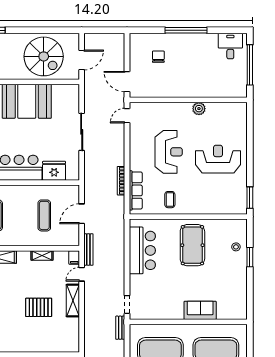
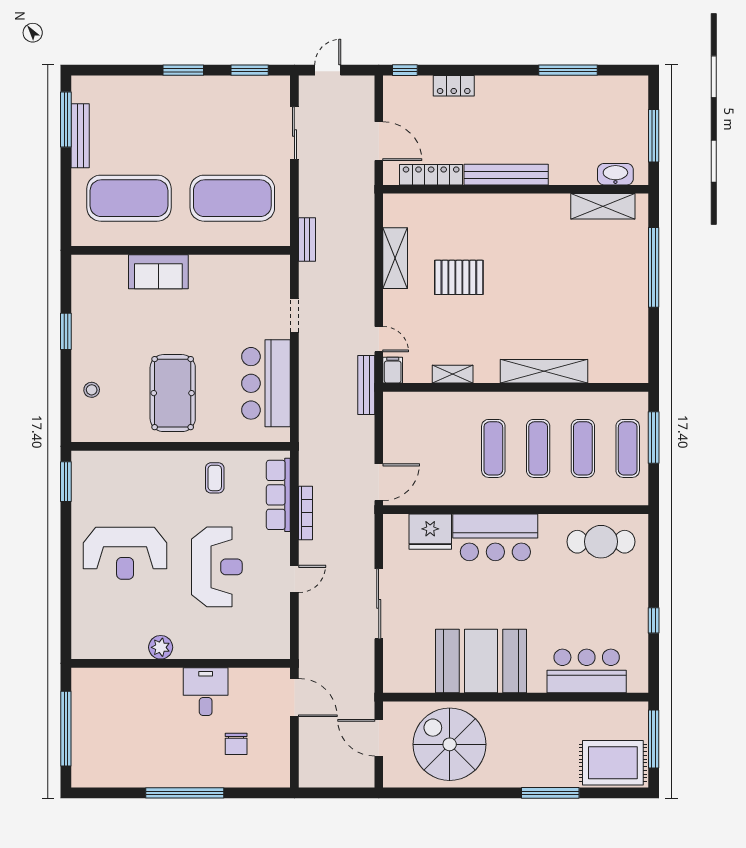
desk: (230, 46) -> (206, 692), moved, turned 180
door: (82, 60) -> (379, 738), hinge flipped
door: (127, 116) -> (294, 579), moved
reception desk: (169, 152) -> (217, 567), turned 180
door: (82, 214) -> (379, 482), moved
exercise mat: (44, 215) -> (493, 448), moved
window: (250, 257) -> (66, 331), moved
door: (82, 274) -> (379, 339), hinge flipped
shelving: (73, 301) -> (395, 258), moved
doorway: (127, 305) -> (294, 315), moved

